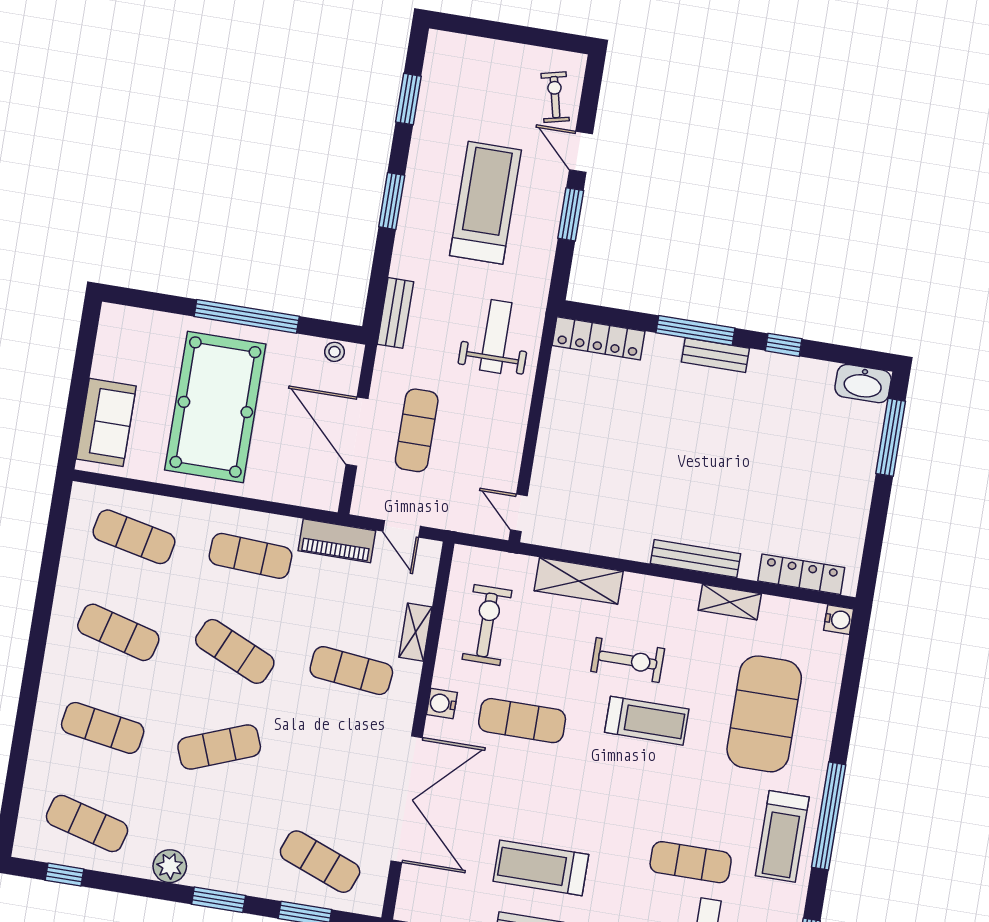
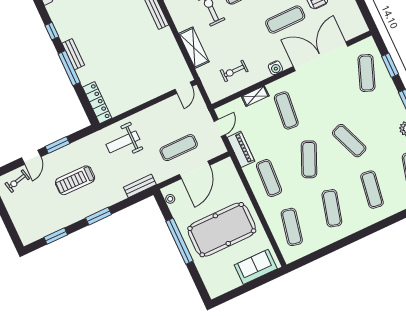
treadmill: (485, 203) -> (75, 180), width x0.73, depth x0.73
exercise bike: (487, 625) -> (234, 71), width x0.73, depth x0.72
exercise mat: (522, 721) -> (285, 20), moved, turned 90

